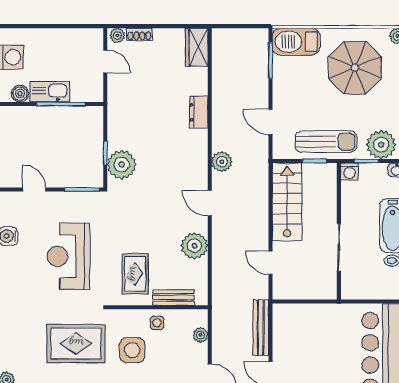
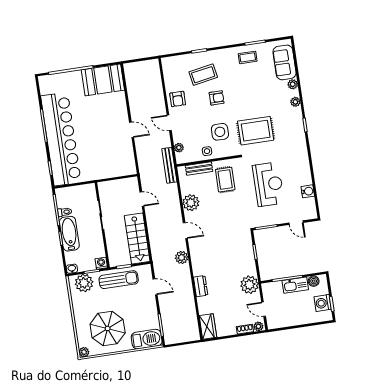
sun lounger: (326, 142) -> (119, 280), turned 180
plant: (122, 165) -> (250, 285), moved
bench: (261, 328) -> (169, 165), moved

